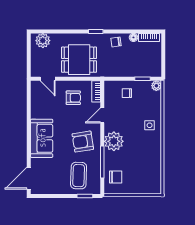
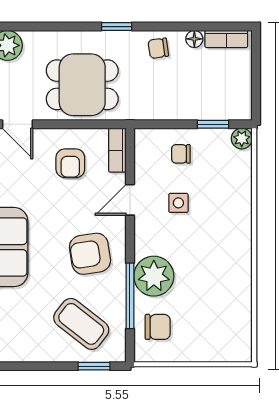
armchair: (73, 98) -> (70, 163), turned 90
side table: (150, 125) -> (178, 203), moved
plant: (114, 141) -> (154, 276), moved
coffee table: (79, 176) -> (81, 324), turned -54

